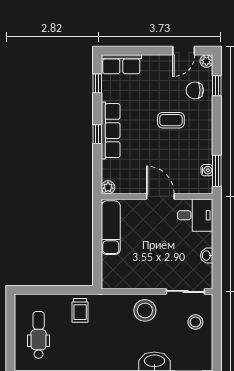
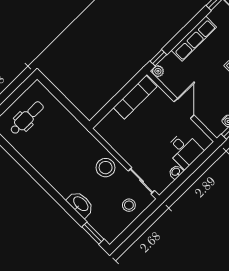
window: (97, 134) -> (158, 58), moved
desk: (195, 215) -> (184, 150), moved
trolley: (80, 310) -> (67, 128), removed

